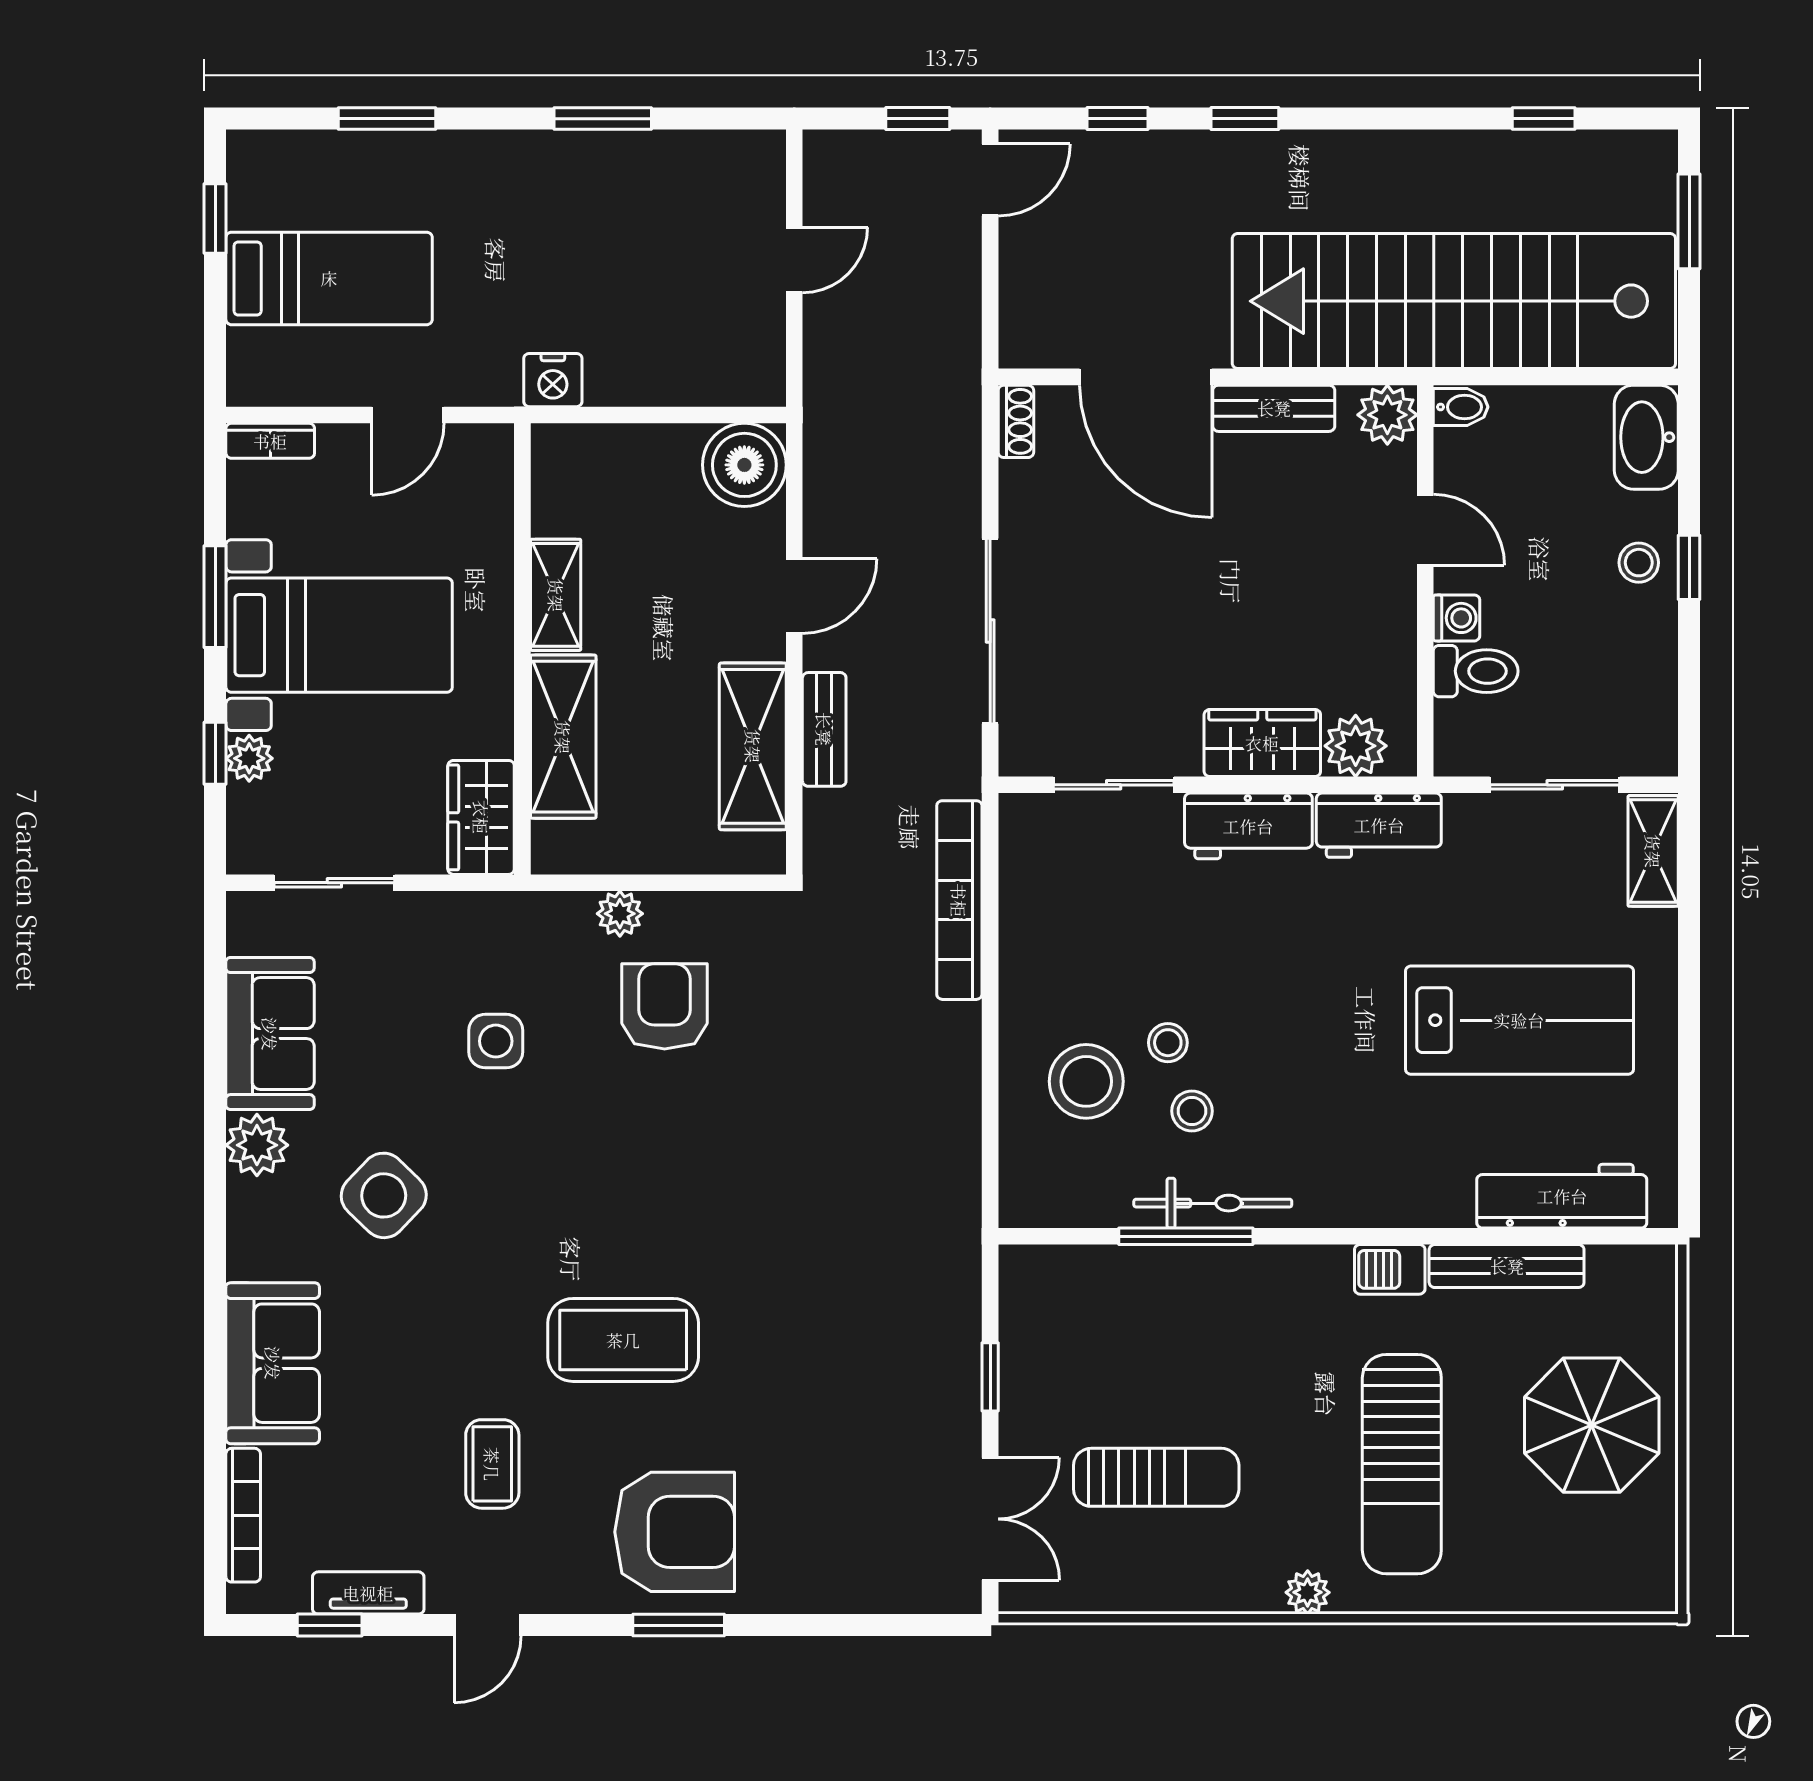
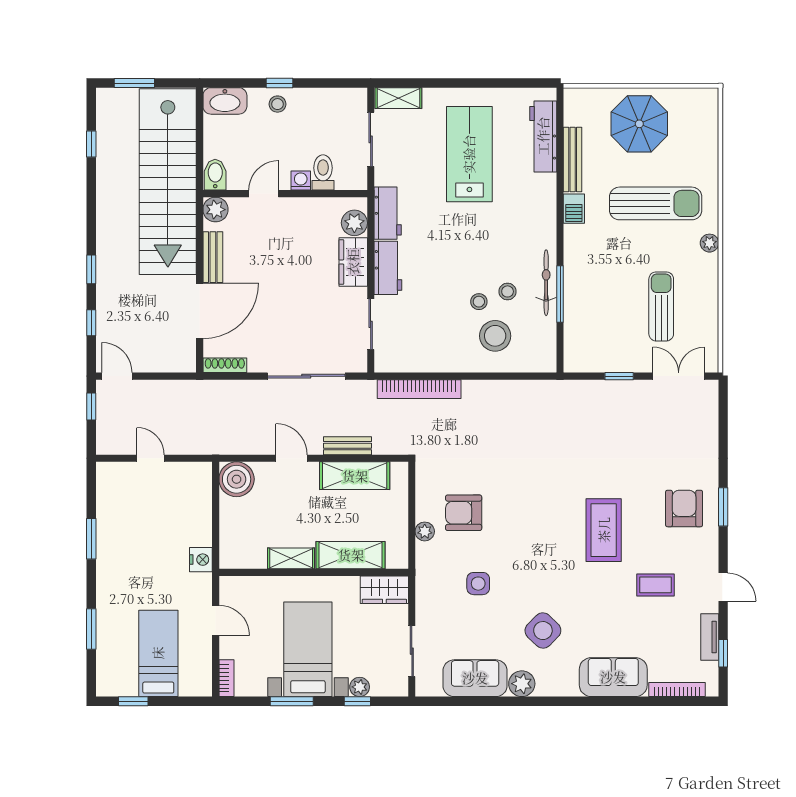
bidet: (1461, 407) -> (215, 175), width x1.38, depth x1.36
shoe rack: (1016, 421) -> (225, 365), width x1.43
armchair: (675, 1532) -> (684, 508), width x0.73, depth x0.73

